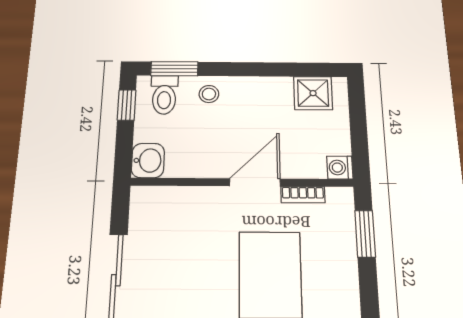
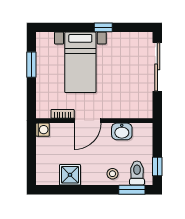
shower: (313, 93) -> (70, 175), moved
washbasin: (148, 160) -> (122, 131), moved, turned -90
window: (365, 234) -> (31, 65), moved

